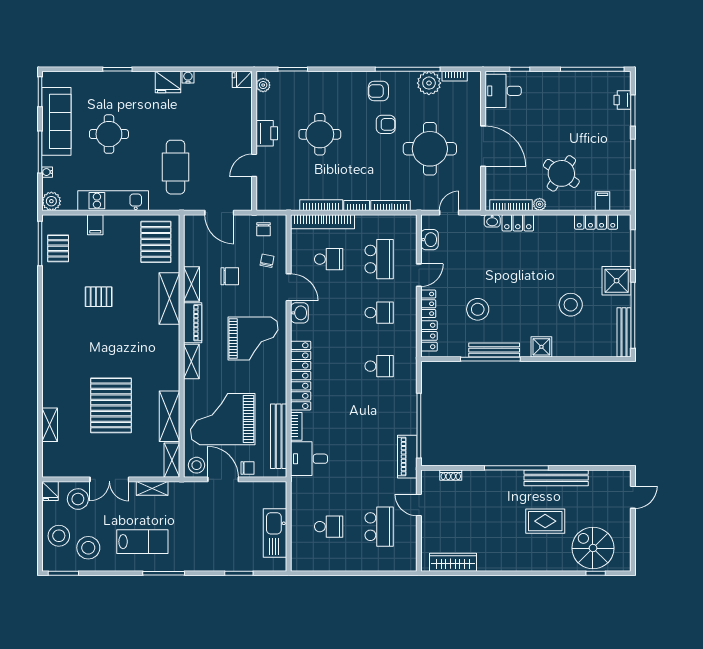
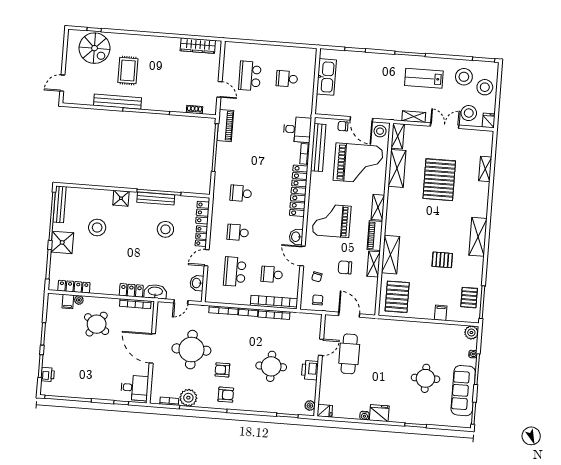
cafe table: (176, 167) -> (349, 354), moved
kitchen unit: (113, 201) -> (426, 329), removed
plant: (540, 204) -> (79, 300), moved
washbasin: (492, 221) -> (155, 292), width x1.91, depth x1.45
shelving: (52, 332) -> (478, 237), added
rug: (545, 521) -> (128, 71), turned 90

